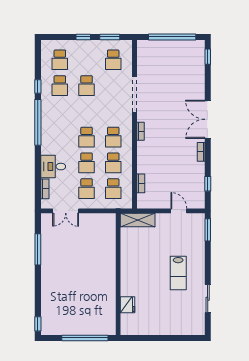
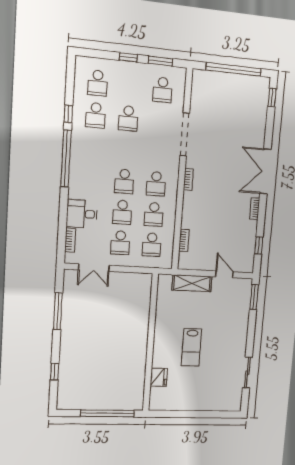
shelving: (138, 220) -> (192, 283), moved
lab bench: (178, 273) -> (191, 347), moved
window: (38, 324) -> (55, 372), moved

